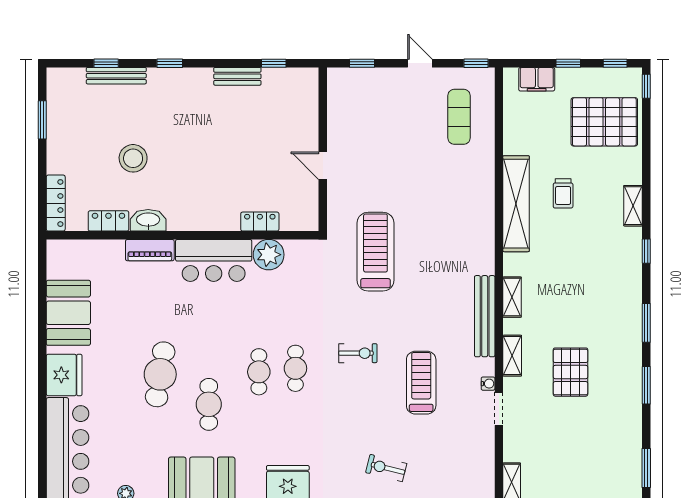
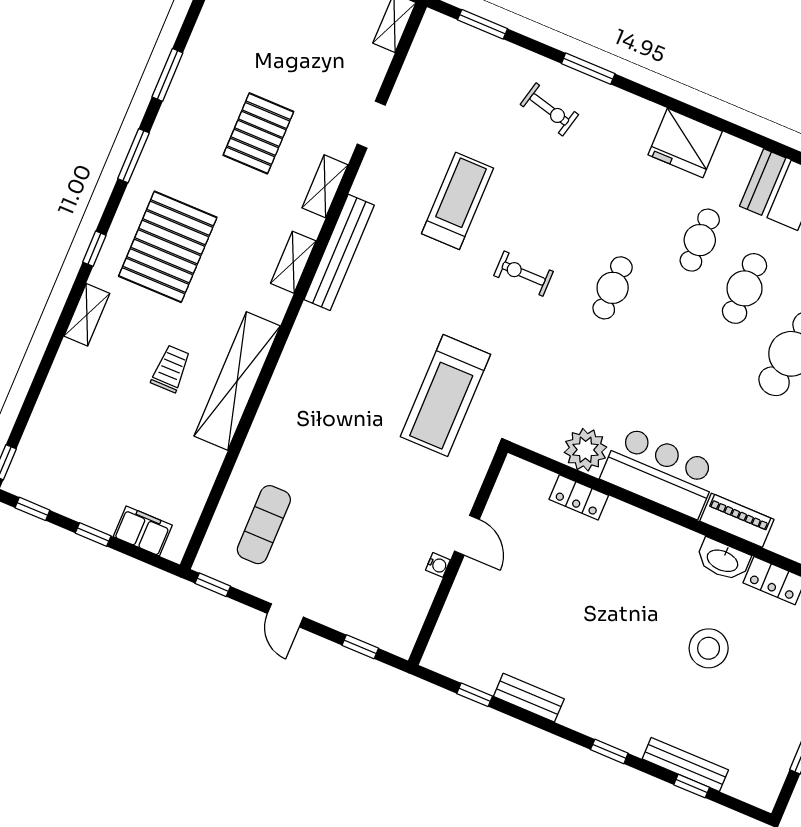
pallet: (604, 122) -> (168, 247), moved, turned 90
cafe table: (259, 372) -> (700, 240), moved
treadmill: (421, 383) -> (458, 201), turned 180
water cooler: (488, 384) -> (438, 565), moved, turned 180

